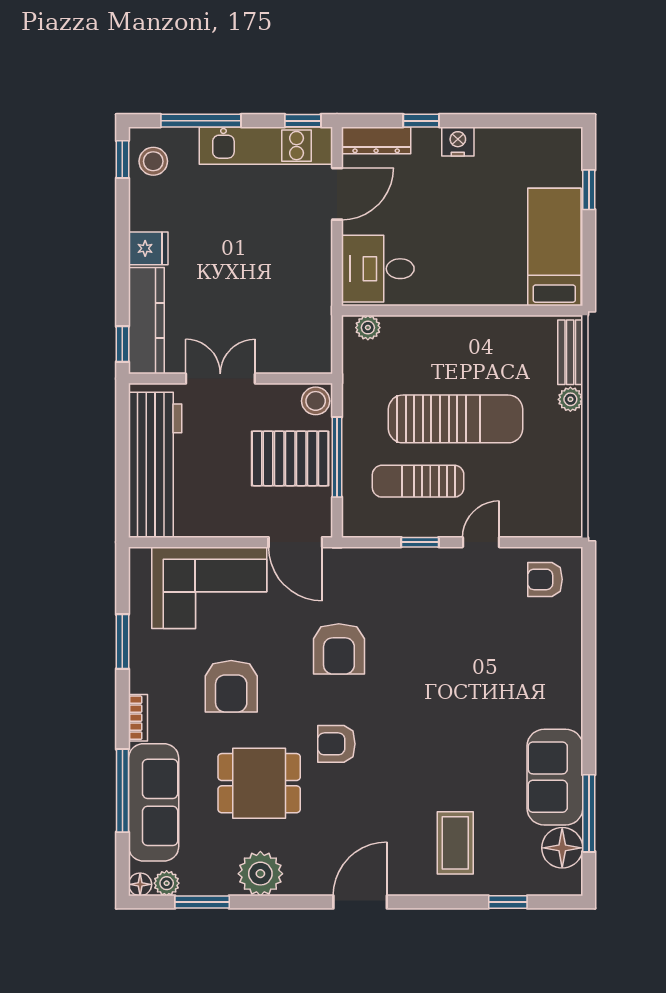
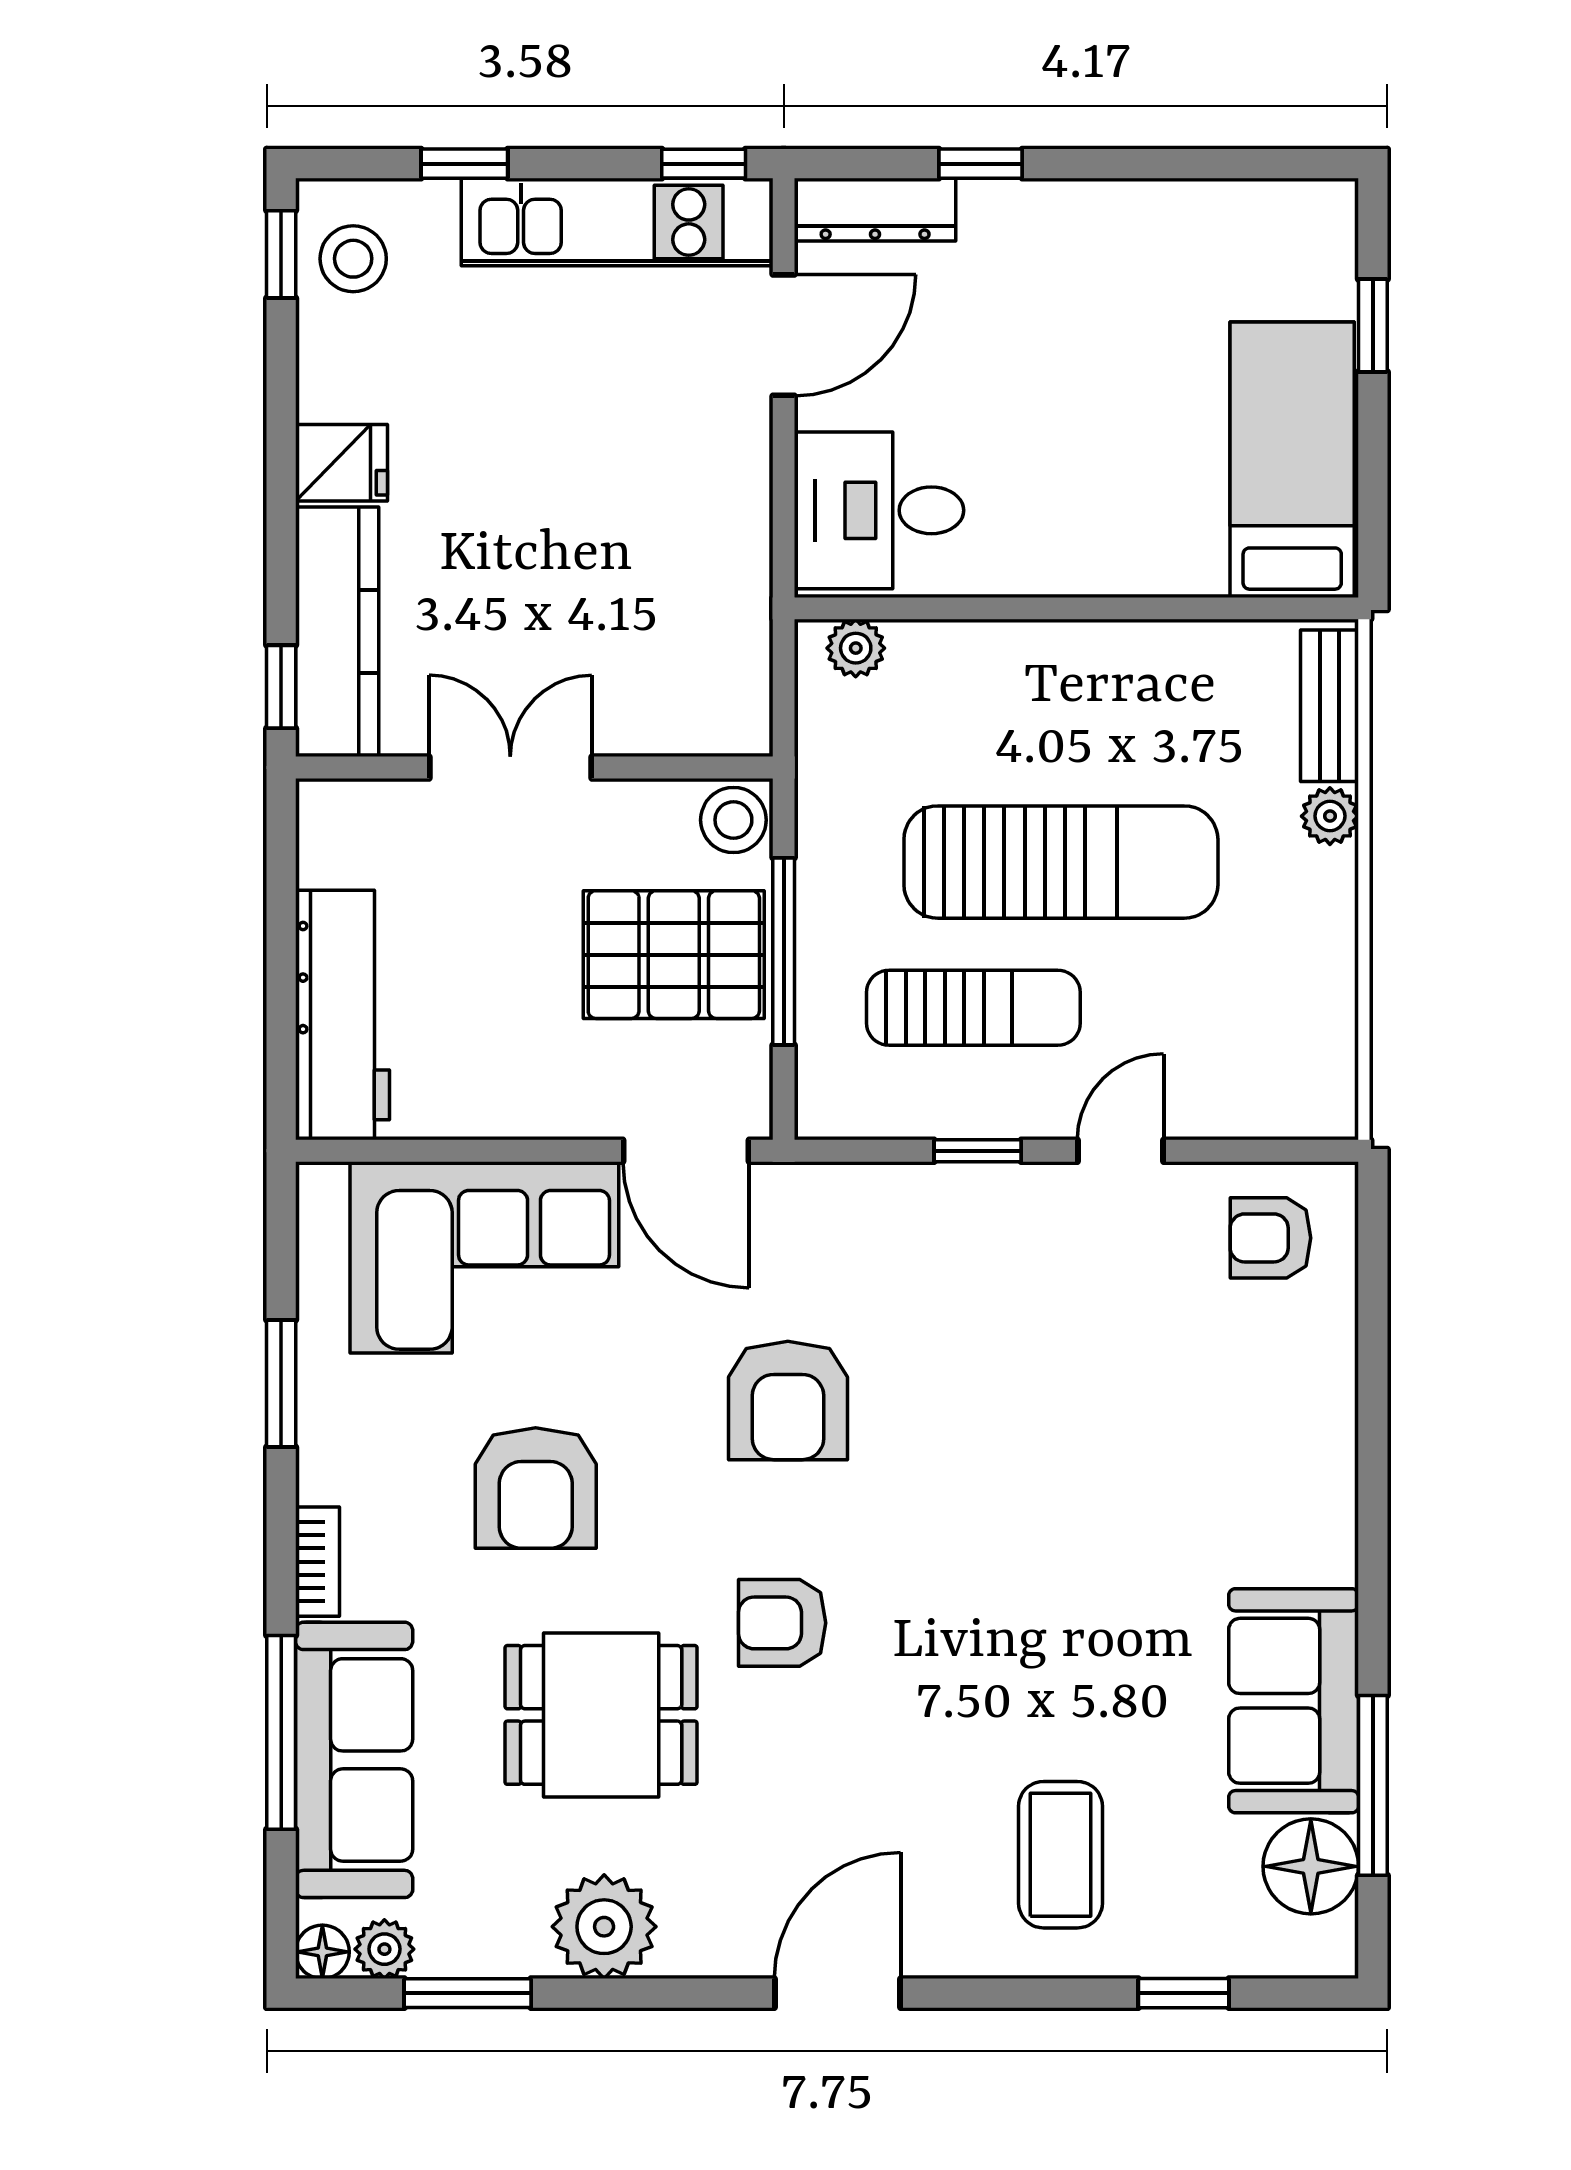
window: (201, 121) -> (464, 164), width x0.46
nightstand: (458, 142) -> (1066, 212), removed
workbench: (155, 465) -> (342, 1015), width x0.73, depth x0.76
sun lounger: (418, 481) -> (973, 1008), turned 180

